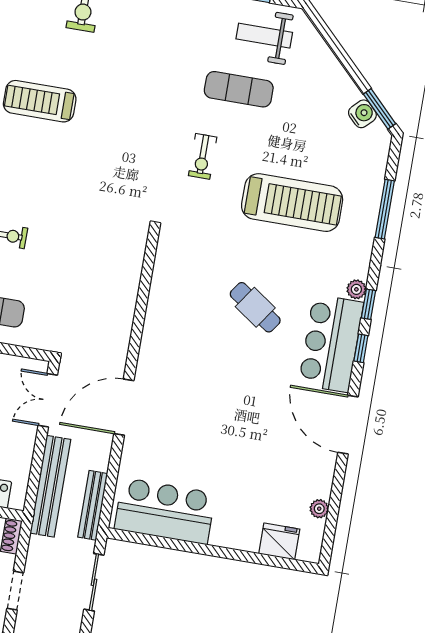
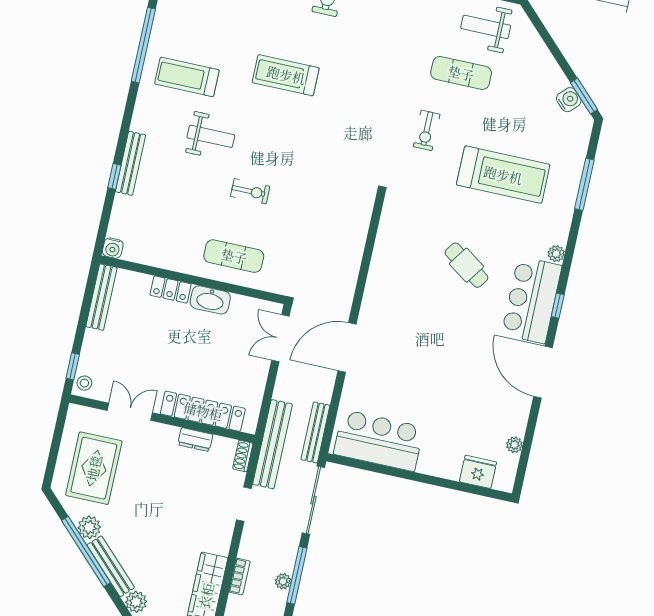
window: (368, 304) -> (566, 267), removed
bench: (50, 486) -> (273, 444), moved
sliding door: (94, 582) -> (313, 500), width x1.37

